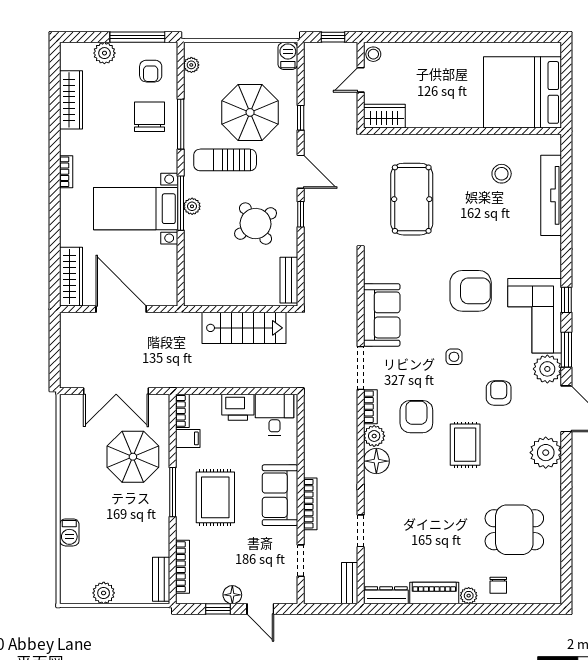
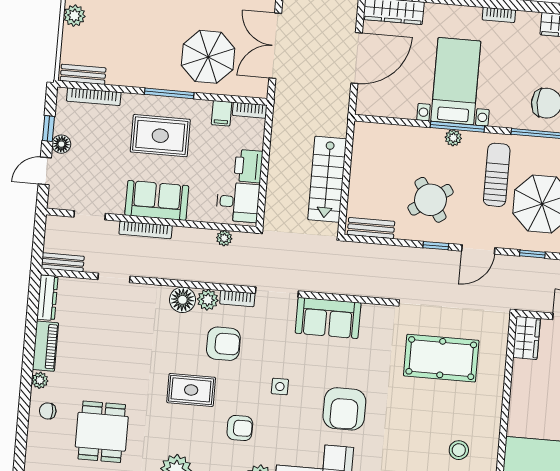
plant: (312, 425) -> (224, 238), added

